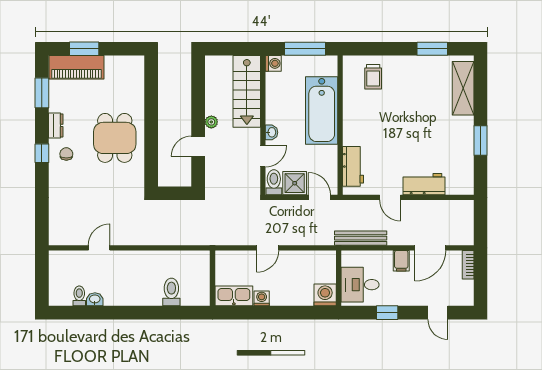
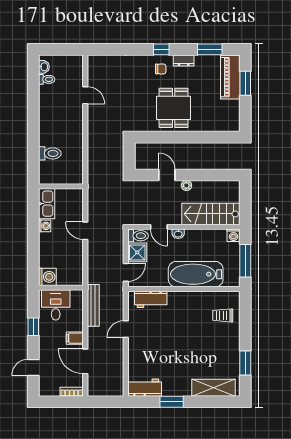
dining table: (115, 138) -> (174, 108), turned 90
workbench: (424, 184) -> (145, 388), moved, turned -90
washbasin: (95, 299) -> (44, 67), moved

